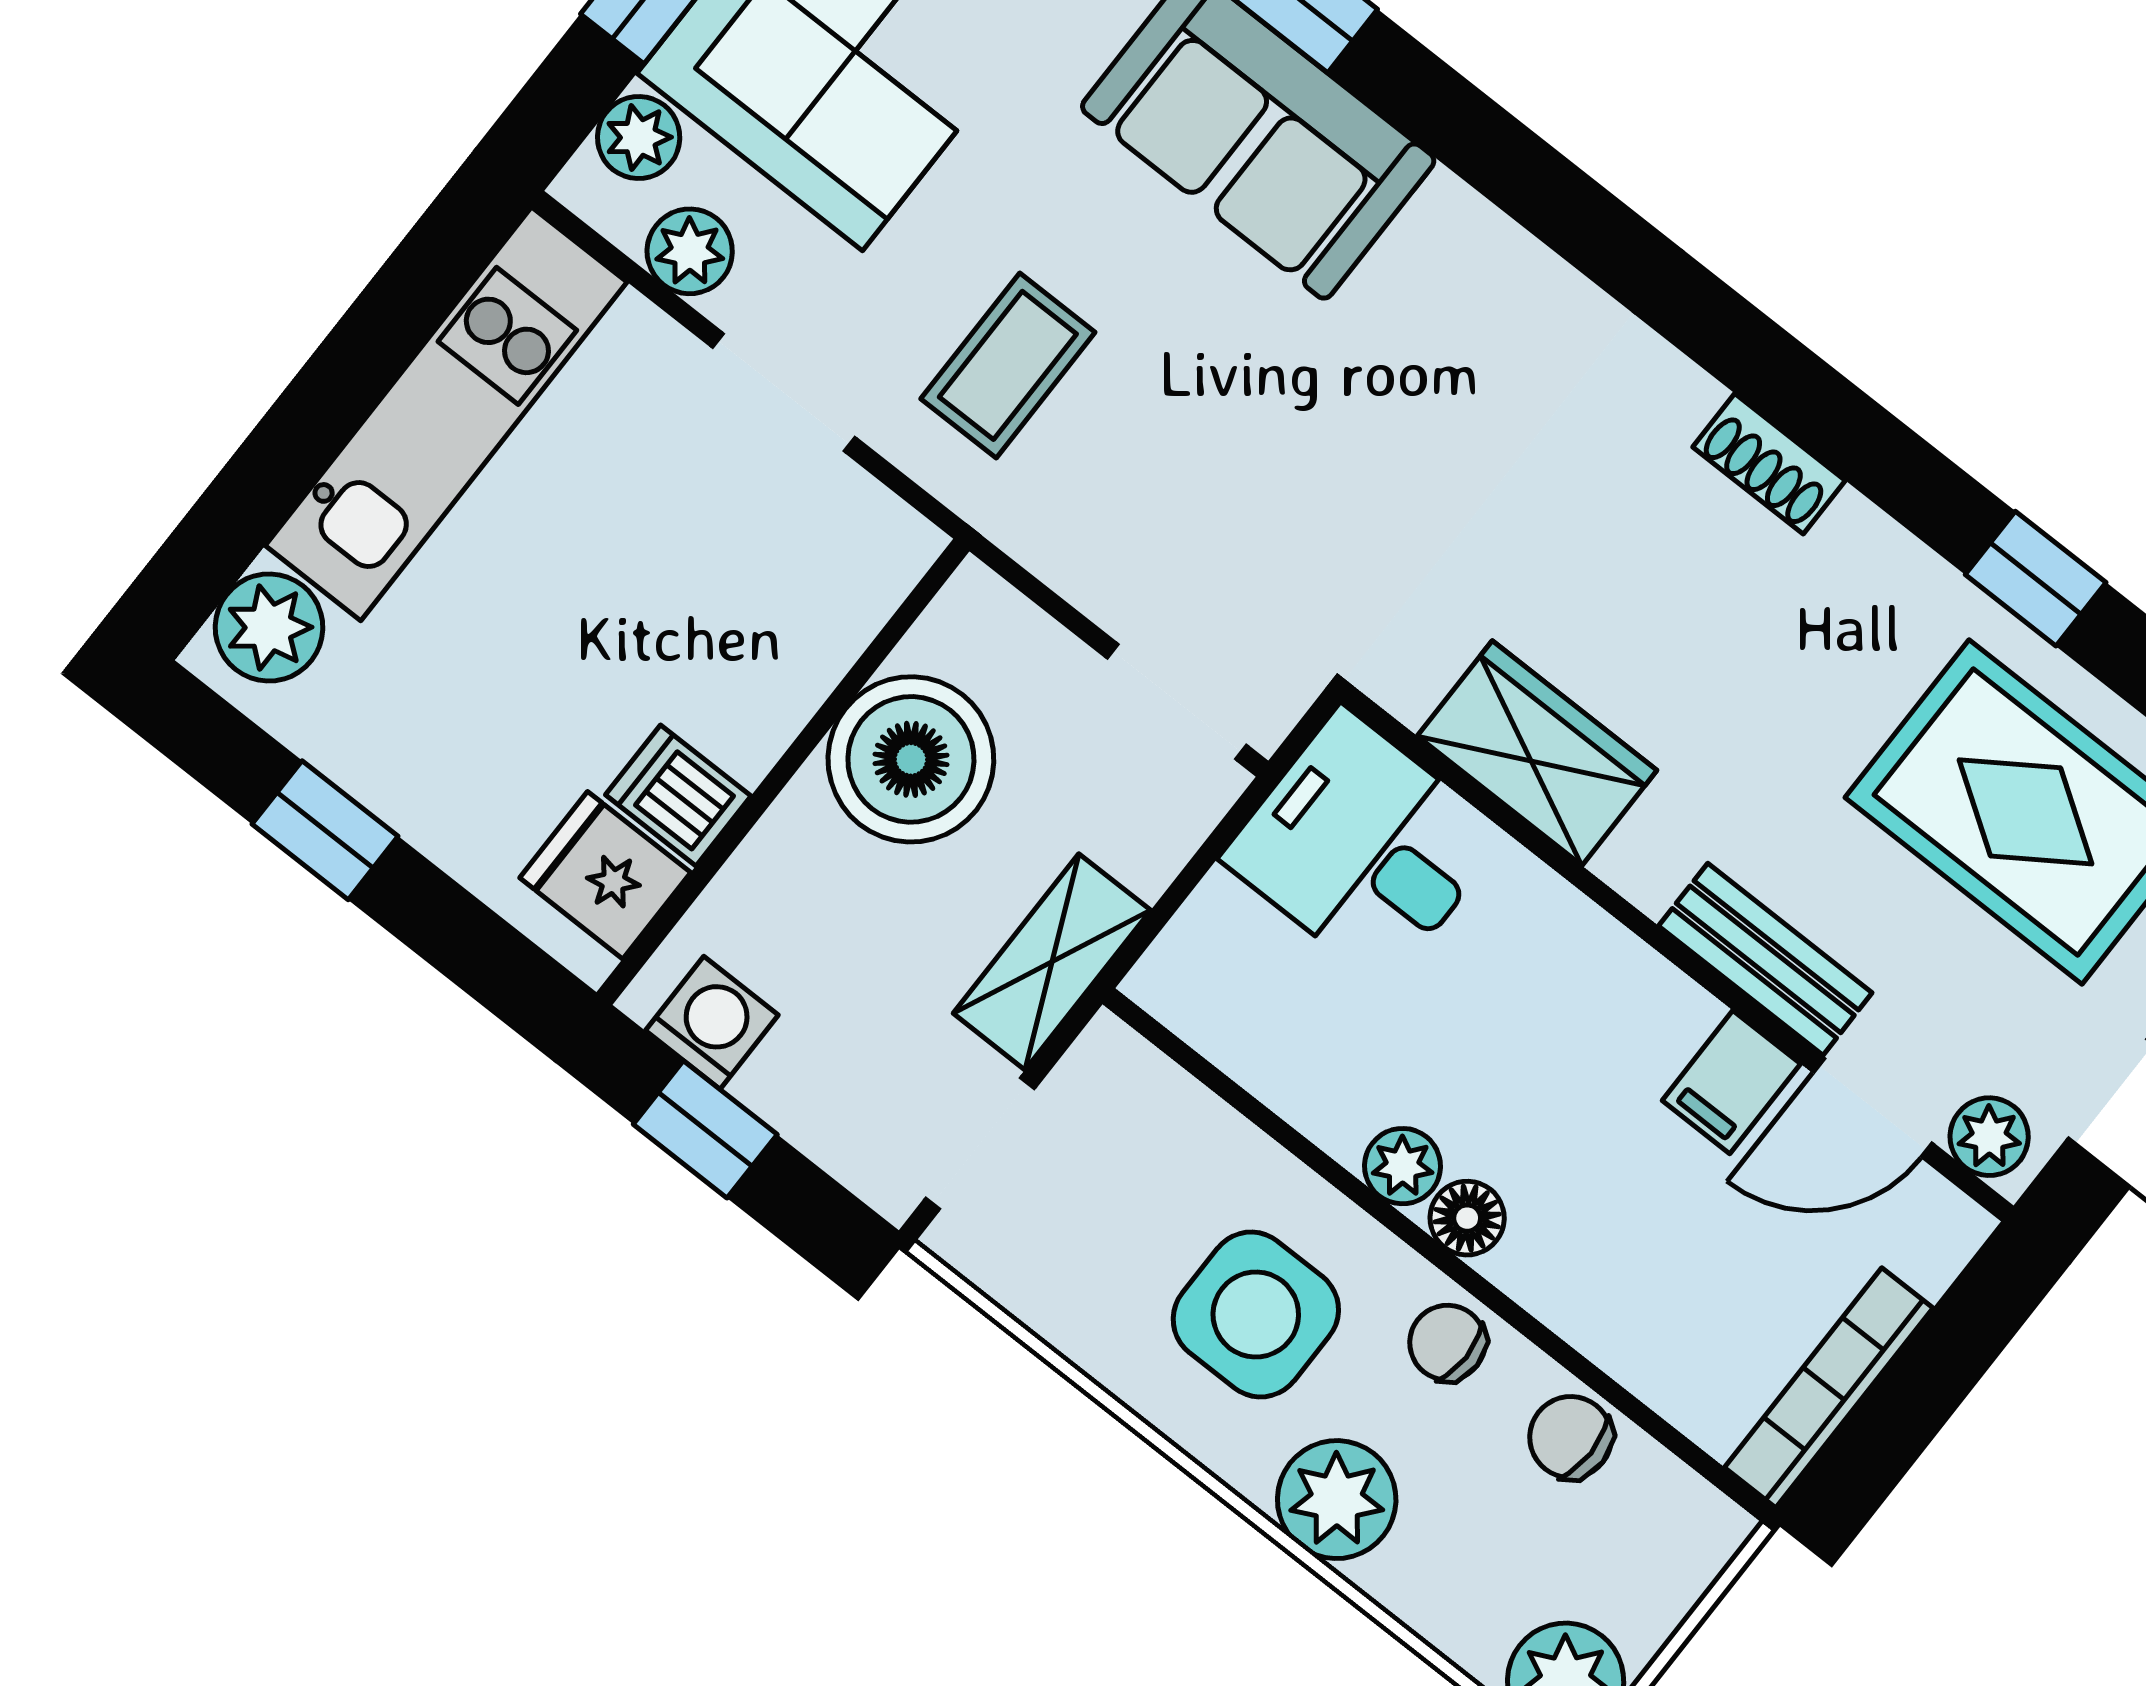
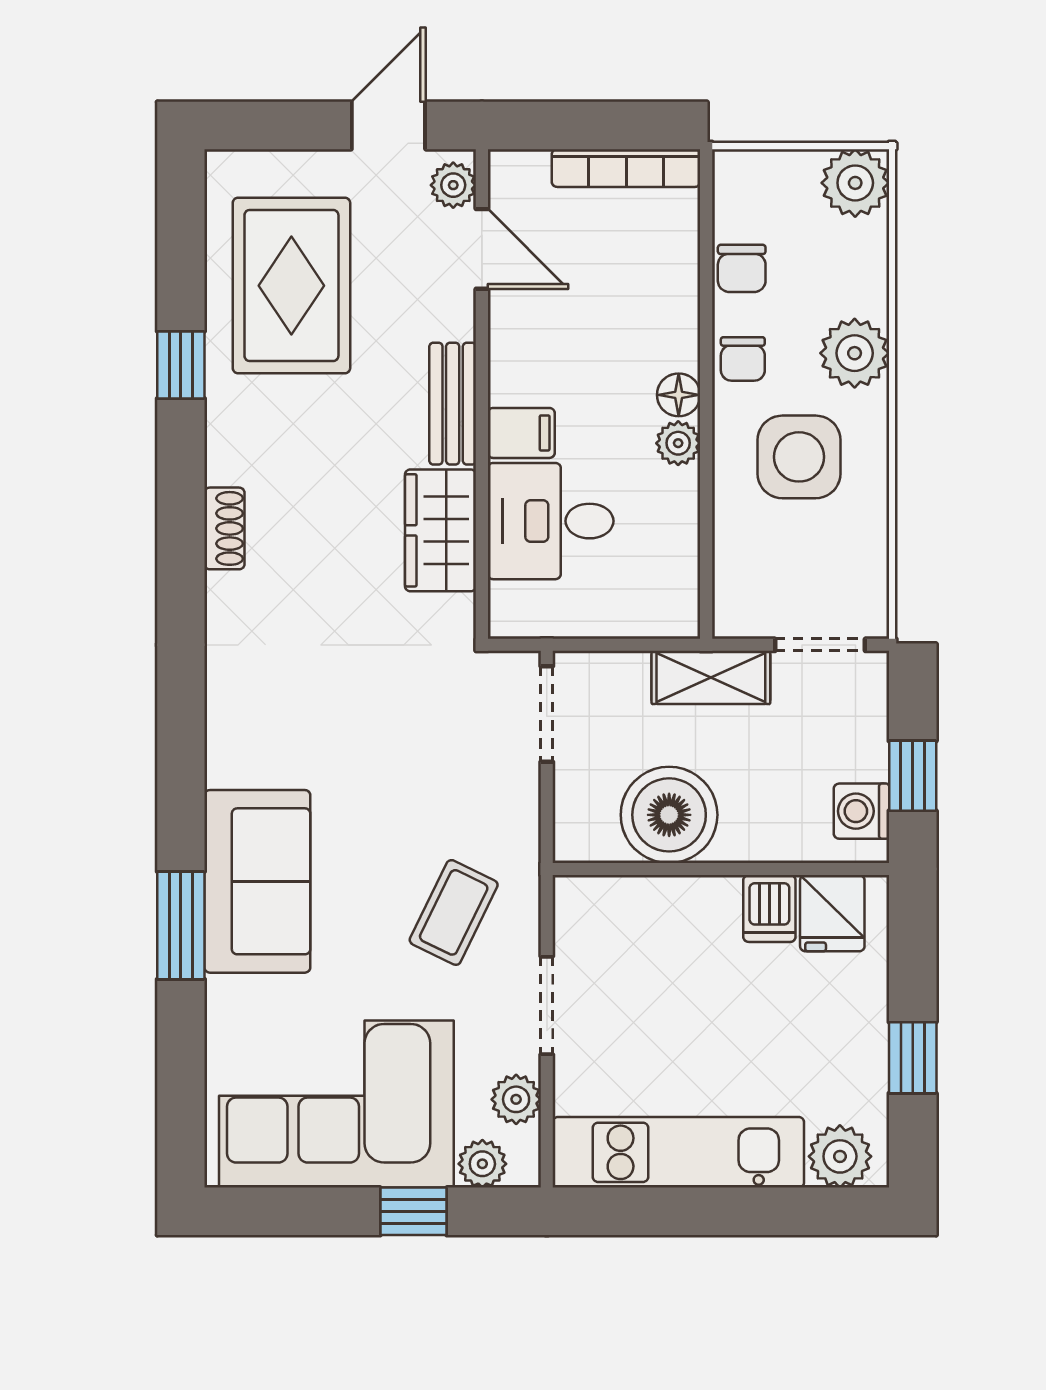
coffee table: (1008, 365) -> (454, 912), turned -64
desk: (1364, 847) -> (551, 521), moved, turned 90
bench: (1765, 959) -> (453, 404), moved
filing cabinet: (1731, 1082) -> (521, 433), moved

